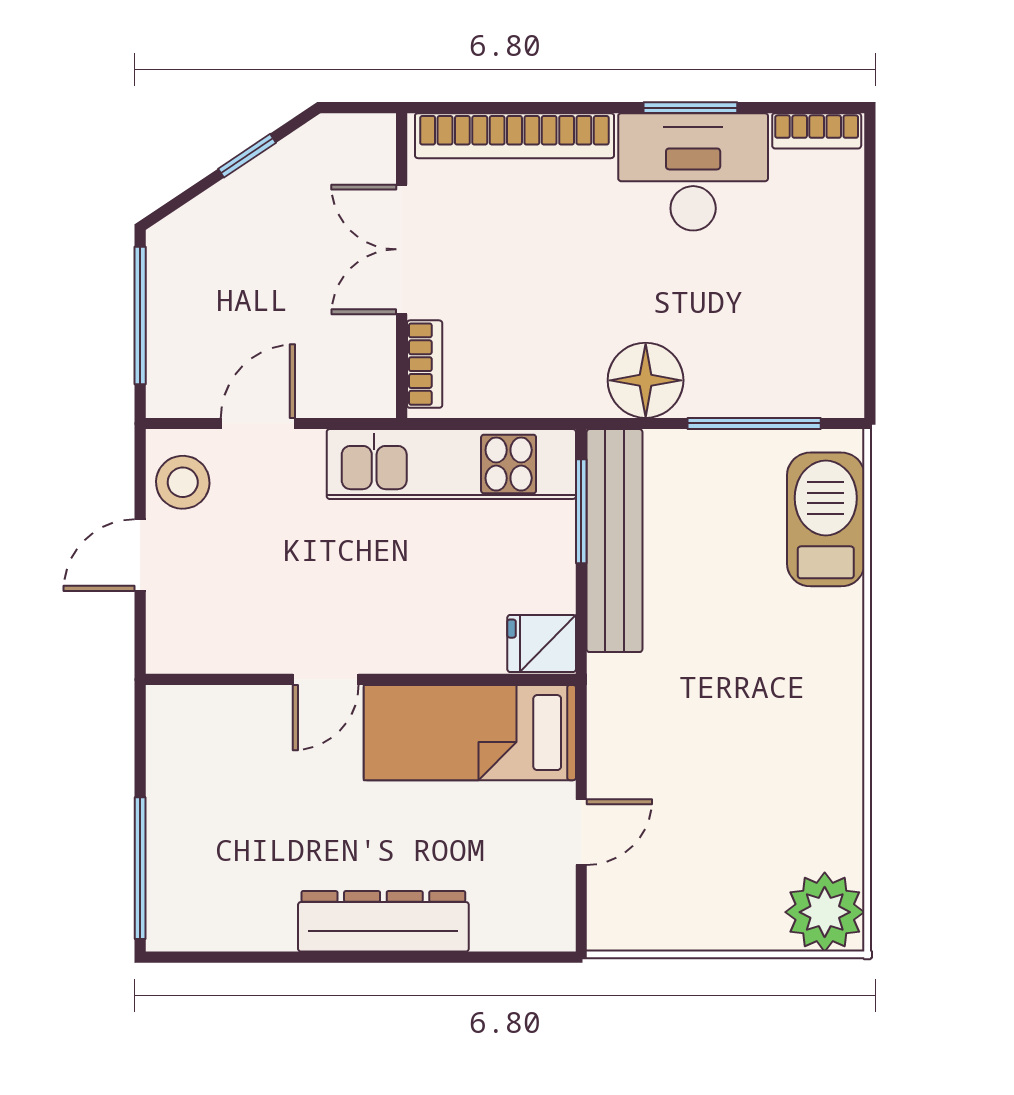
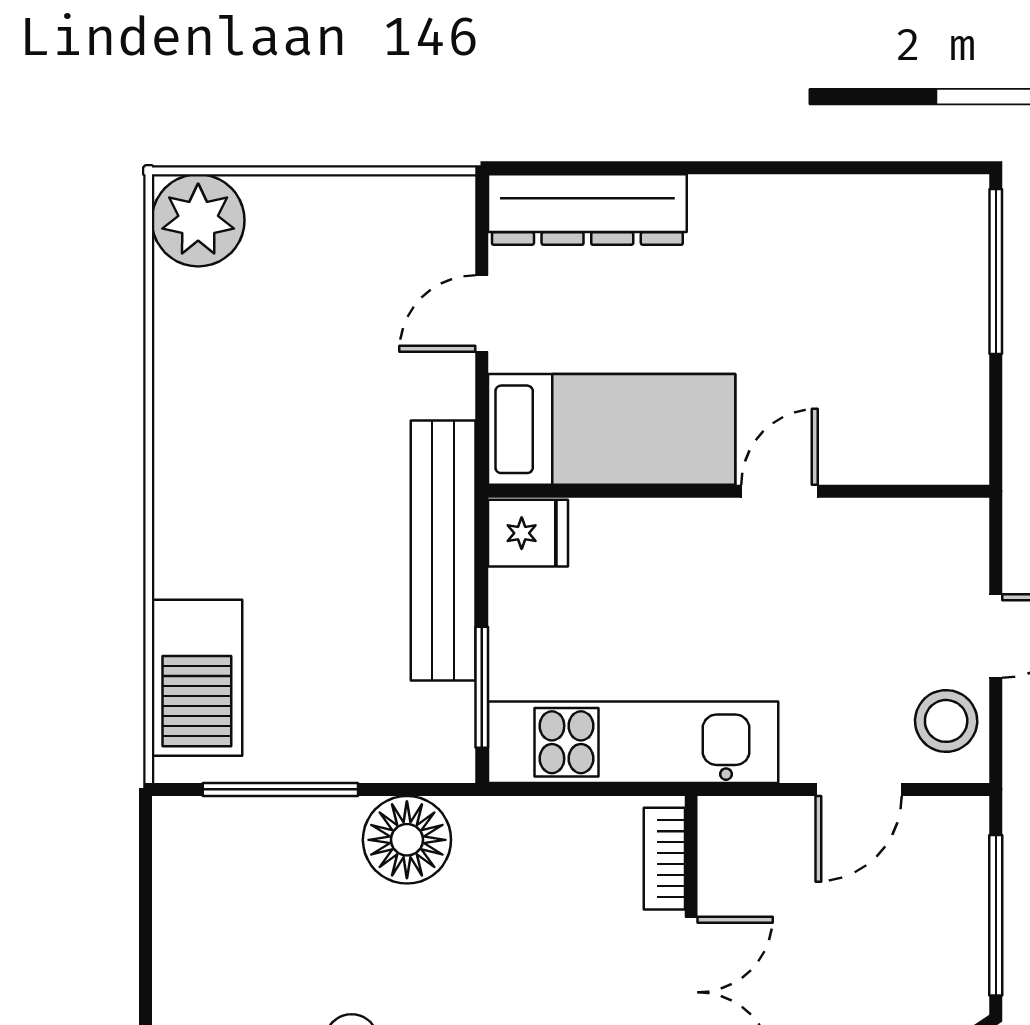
bench: (614, 541) -> (443, 551), moved
dresser: (383, 921) -> (587, 209), moved

